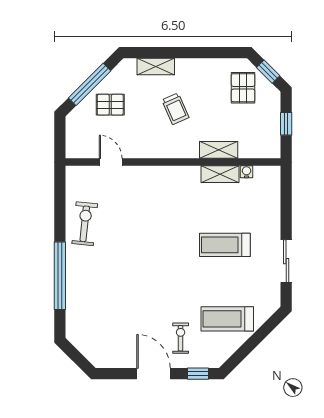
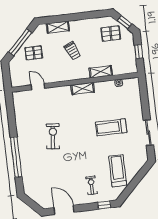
pallet: (243, 88) -> (111, 34), turned 90
shelving: (220, 174) -> (83, 89), moved
exercise bike: (85, 224) -> (53, 136), moved
treadmill: (227, 319) -> (118, 171), turned 90
door: (153, 374) -> (64, 210), moved

